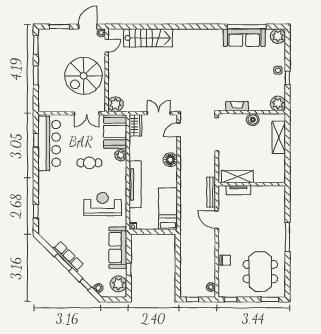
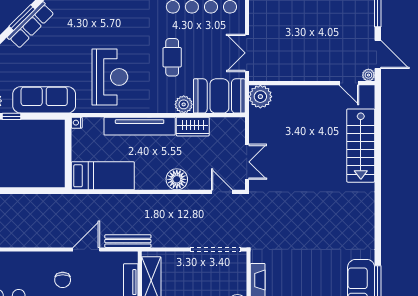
spiral stairs: (84, 76) -> (304, 48), removed
wardrobe: (135, 125) -> (193, 127), moved
chair: (225, 260) -> (63, 280), moved

